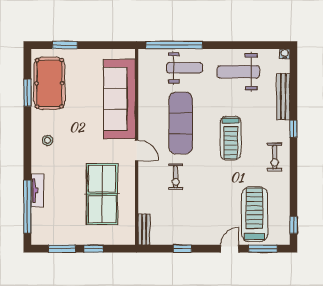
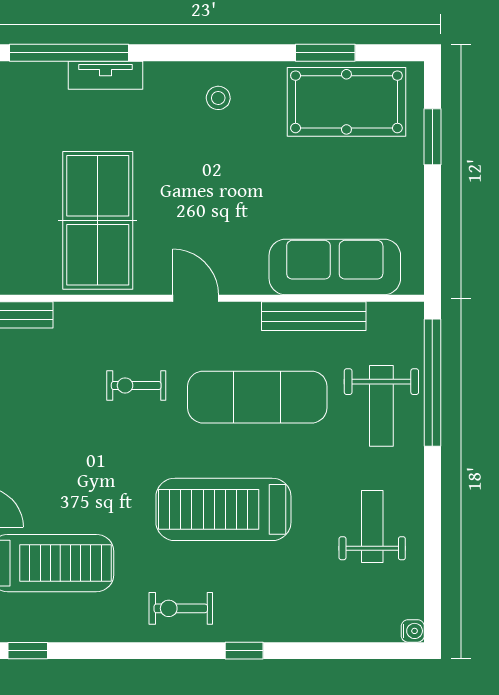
weight bench: (238, 72) -> (372, 527), width x0.73, depth x0.75
bench: (283, 97) -> (314, 316), moved
sofa: (119, 99) -> (335, 267), width x0.74, depth x0.79
treadmill: (231, 138) -> (223, 509), width x1.37, depth x1.38
door: (137, 150) -> (196, 298), swing flipped
table tennis table: (102, 194) -> (98, 220), turned 90

